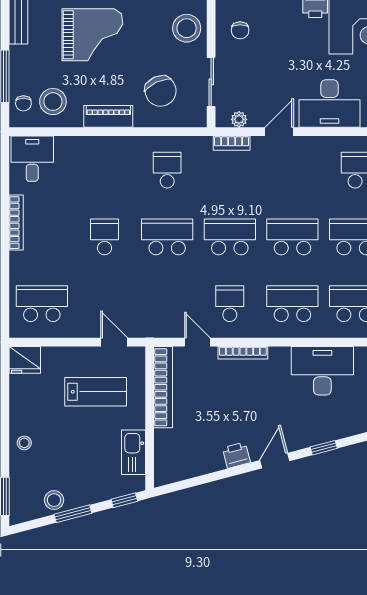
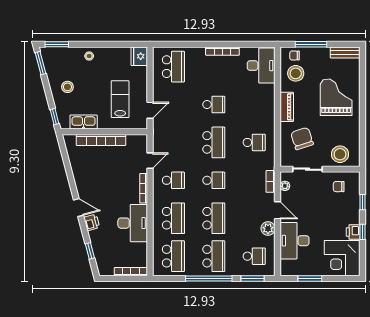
grand piano: (92, 35) -> (336, 97), turned 180
chair: (161, 91) -> (302, 138), turned 97
plant: (309, 147) -> (268, 229), added
desk: (32, 159) -> (261, 66), width x1.37
school desk: (230, 237) -> (214, 180), width x0.54
desk: (322, 371) -> (133, 223), moved
bookcase: (163, 387) -> (101, 140), moved
lab bench: (96, 392) -> (120, 99), turned 180
window: (324, 448) -> (90, 251), moved
printer: (236, 455) -> (92, 222), moved
stool: (54, 500) -> (67, 87), moved
window: (73, 514) -> (40, 63), moved

